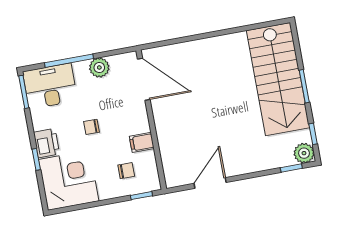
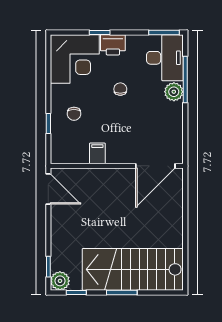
plant: (99, 68) -> (174, 92), moved
door: (144, 79) -> (155, 166), moved
wall: (151, 120) -> (117, 166), moved
filing cabinet: (142, 142) -> (97, 153), moved

